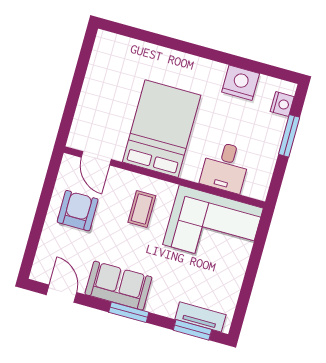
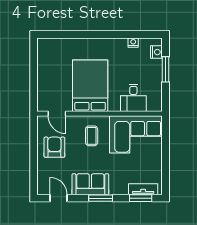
nightstand: (241, 83) -> (133, 43), width x0.53, depth x0.56

